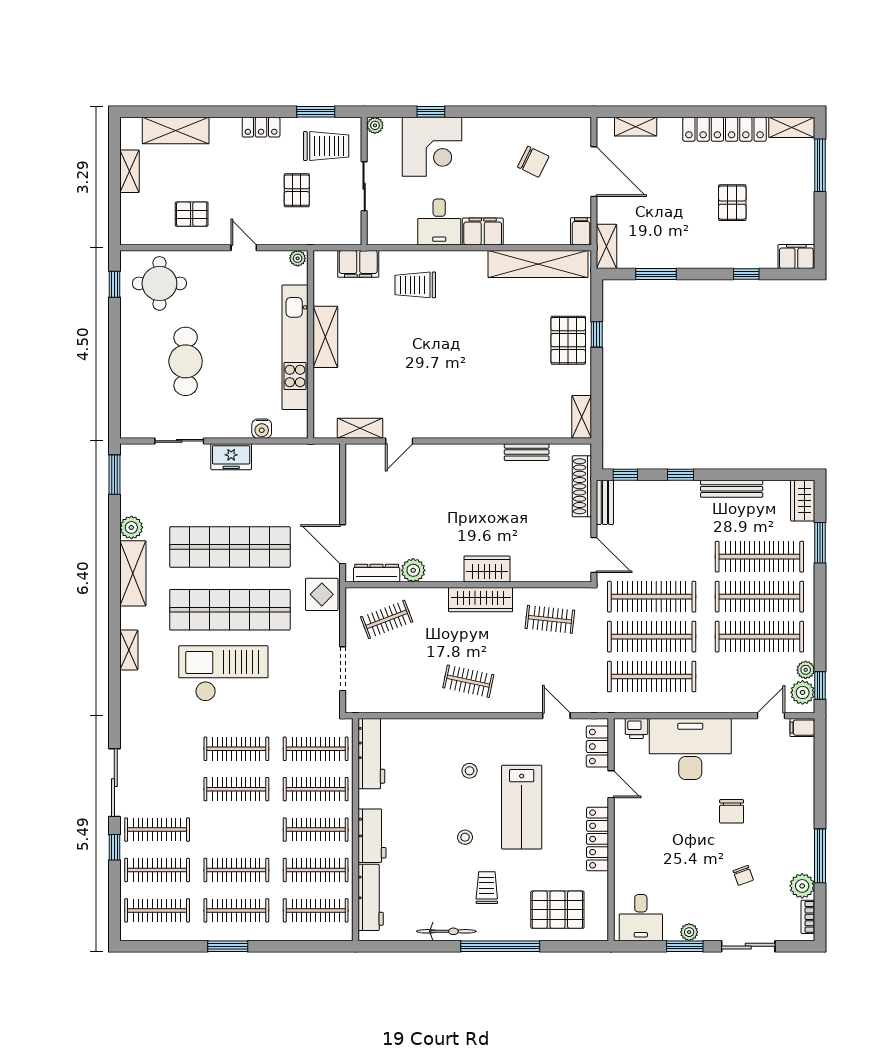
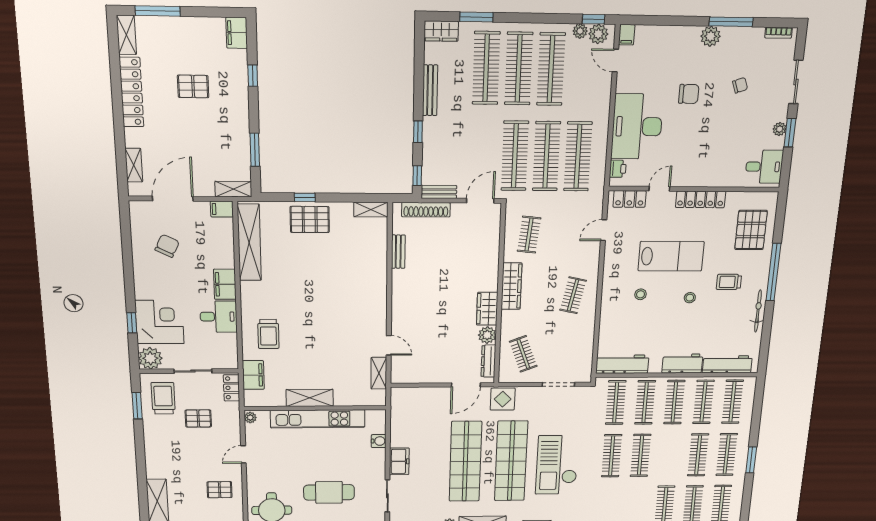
plant: (375, 125) -> (150, 358), width x1.87, depth x1.87
locker: (261, 127) -> (232, 388), moved, turned 180
pallet: (192, 214) -> (220, 490), turned 90
wardrobe: (487, 569) -> (487, 309), moved
plant: (802, 886) -> (711, 36), moved

